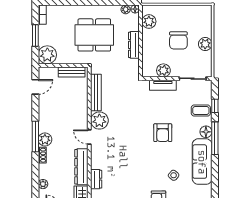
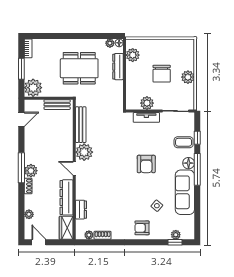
dresser: (134, 45) -> (118, 67), moved

